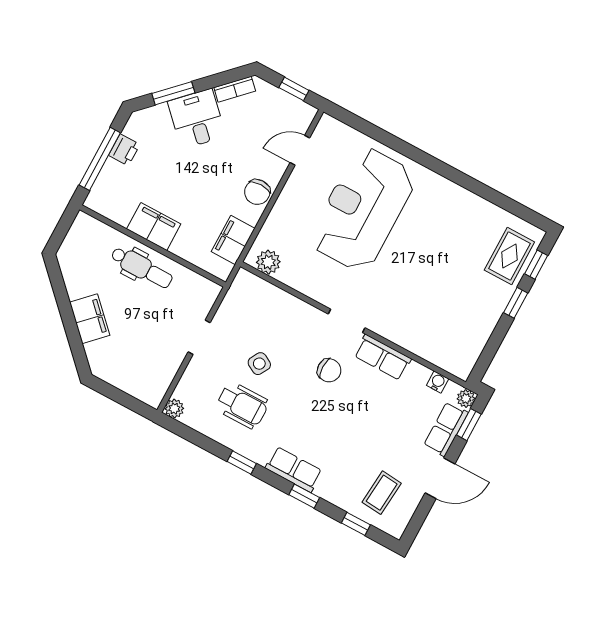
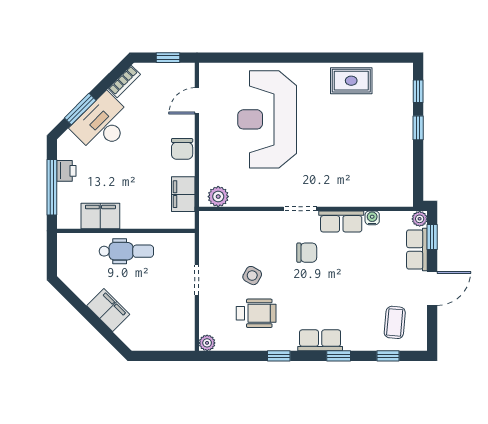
desk: (197, 119) -> (103, 124), width x1.37
filing cabinet: (154, 227) -> (100, 216), moved
rug: (509, 256) -> (351, 81), moved, turned 90
water cooler: (438, 382) -> (372, 218), moved

